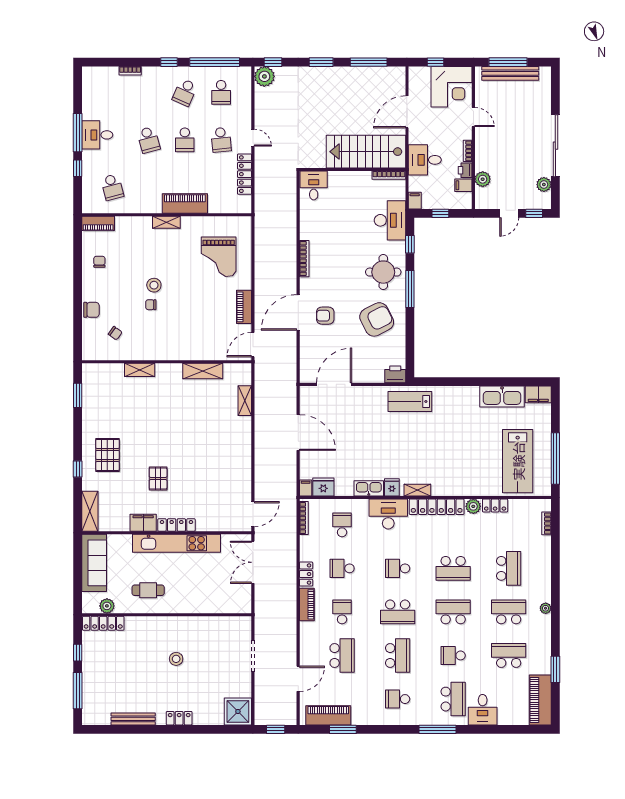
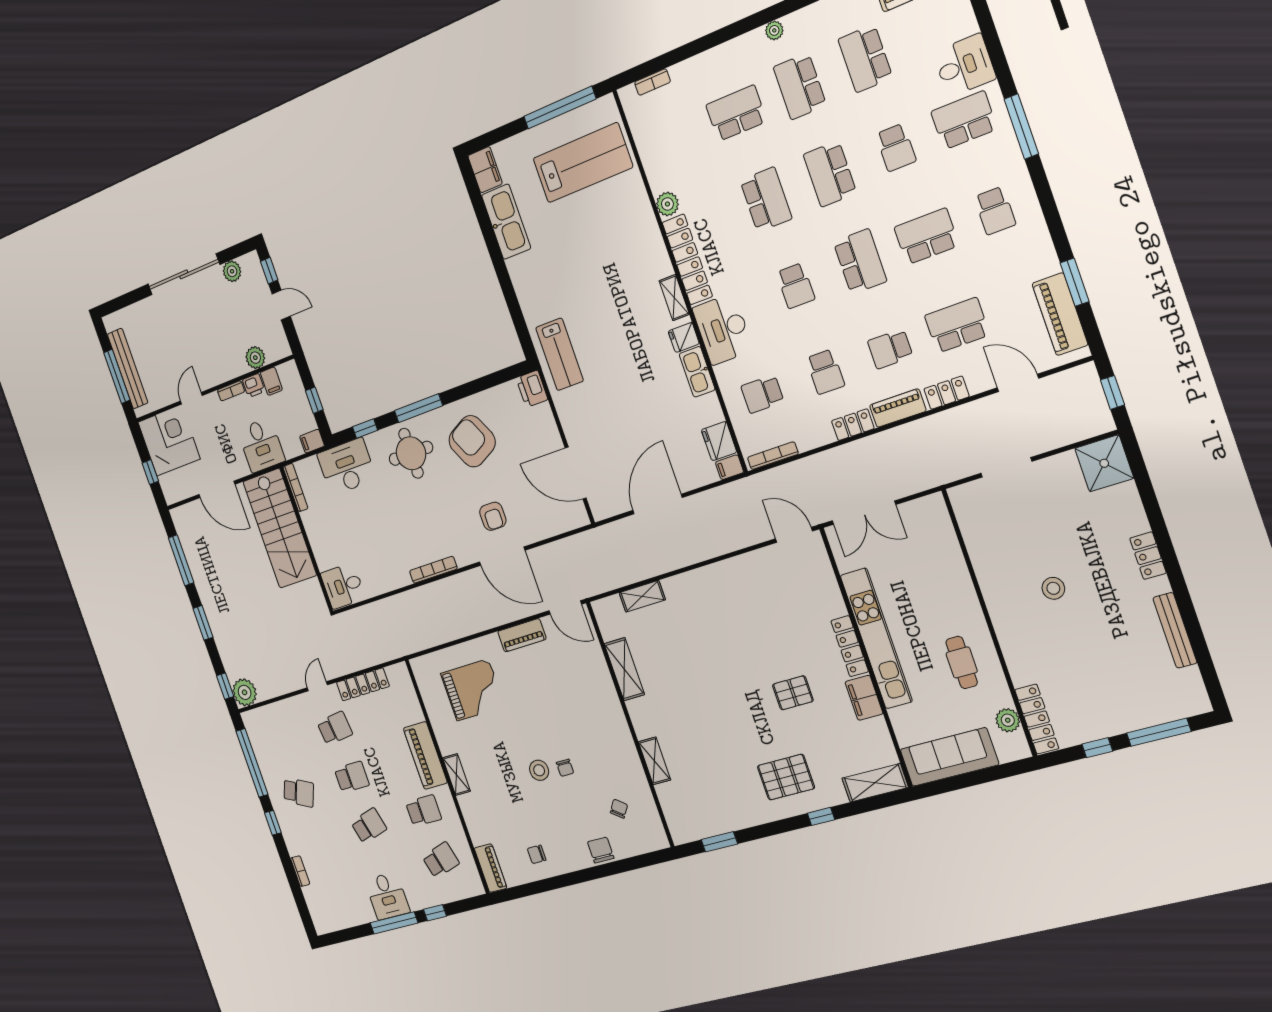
school desk: (221, 92) -> (424, 811), moved
locker: (495, 506) -> (947, 393), moved, turned -90

